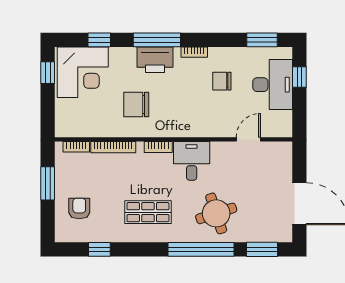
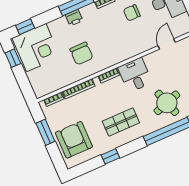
window: (99, 40) -> (25, 27), moved
printer: (155, 60) -> (74, 18), width x0.53, depth x0.68
chair: (136, 104) -> (81, 53), turned -90
armchair: (79, 208) -> (74, 140), width x1.88, depth x1.88
window: (99, 249) -> (110, 156), moved

